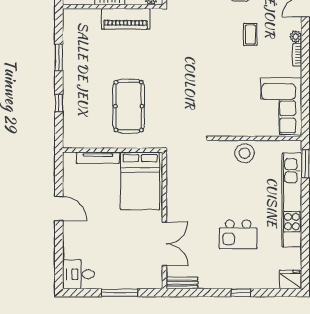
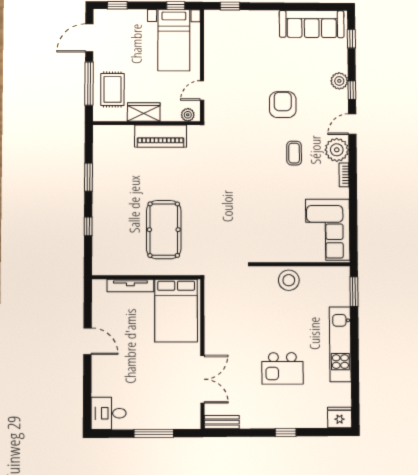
plant: (296, 37) -> (337, 150), width x1.88, depth x1.88
kitchen unit: (292, 200) -> (340, 344), width x0.73

